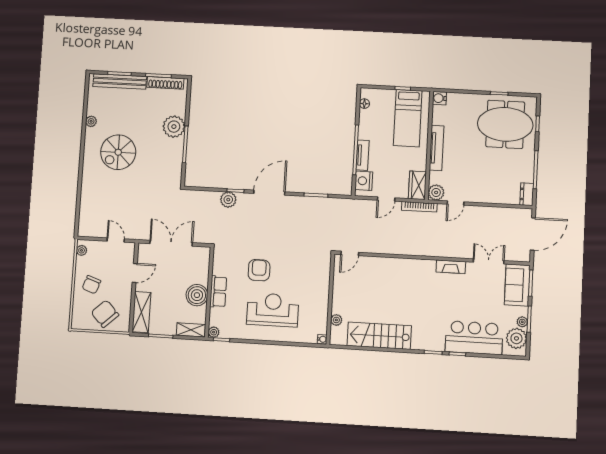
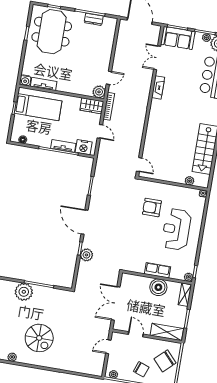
tv unit: (436, 148) -> (44, 84), moved, width x0.71
dresser: (527, 194) -> (94, 19), moved
door: (456, 203) -> (109, 78), hinge flipped
armchair: (259, 270) -> (152, 208), moved

